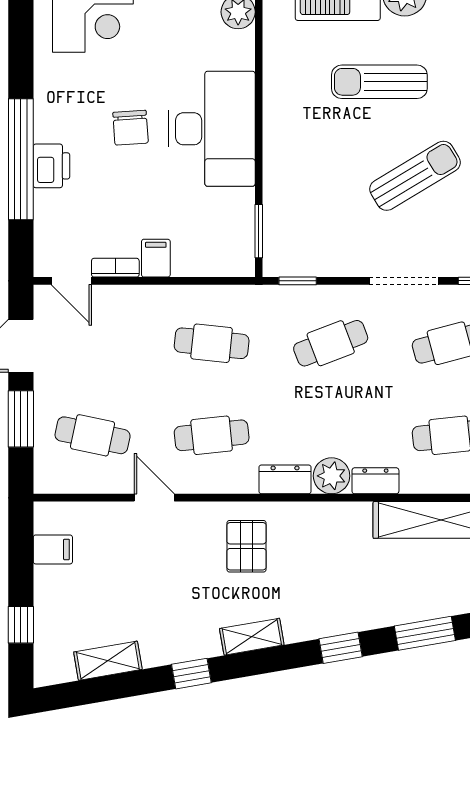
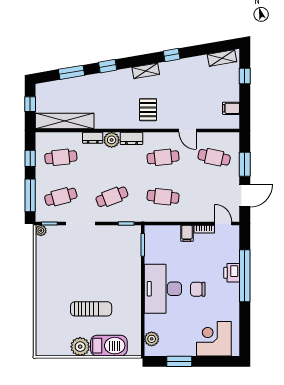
chair: (131, 128) -> (198, 289), turned -86
sun lounger: (415, 176) -> (76, 269), removed
shelving: (108, 661) -> (222, 58), moved

